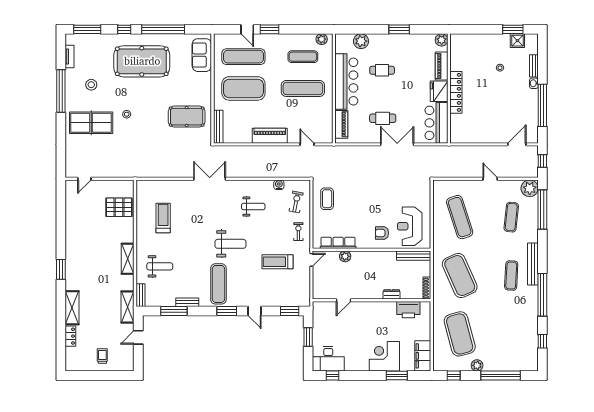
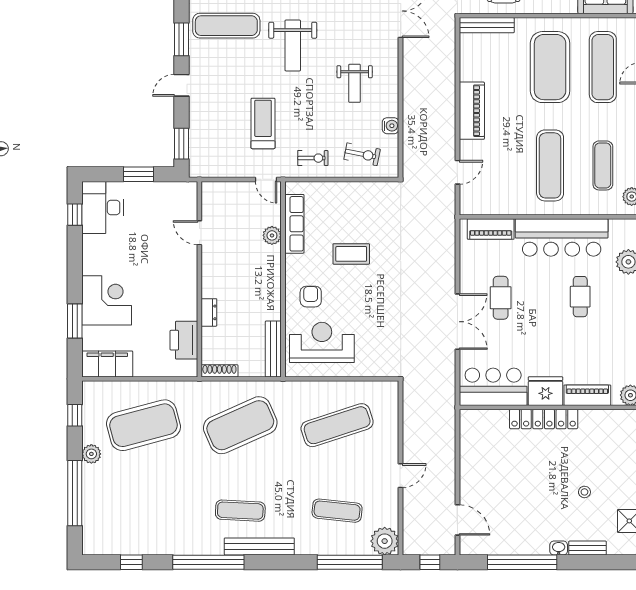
coffee table: (327, 199) -> (351, 254), moved

